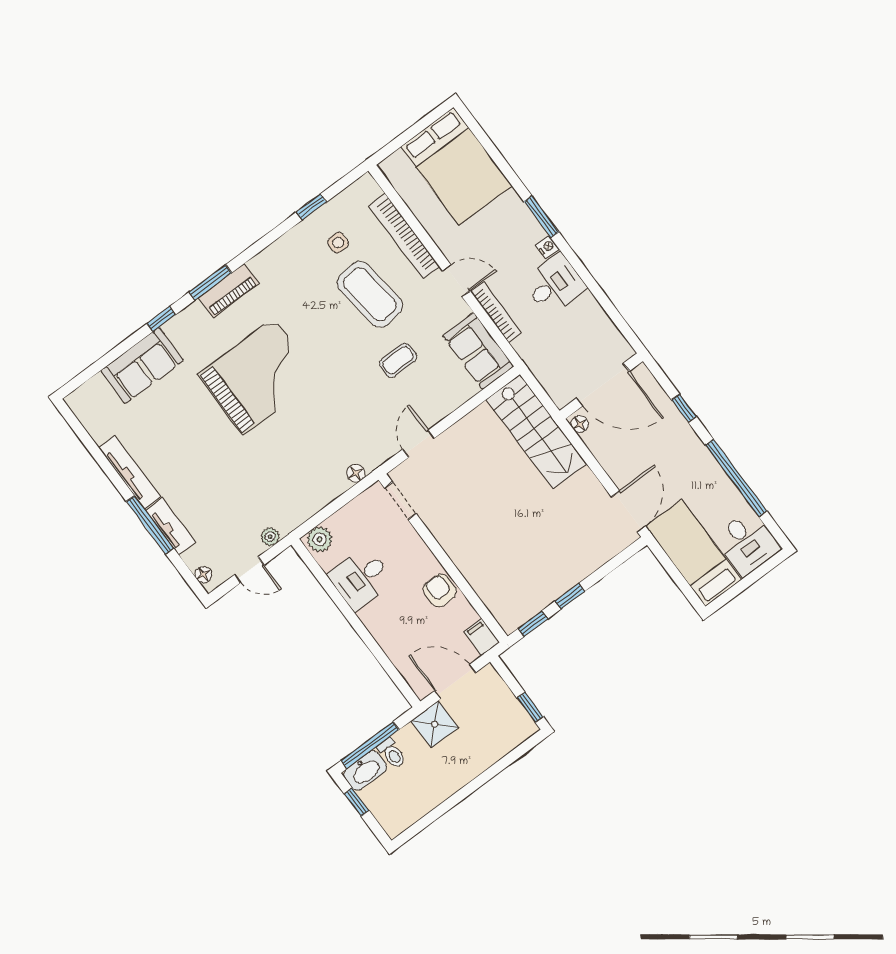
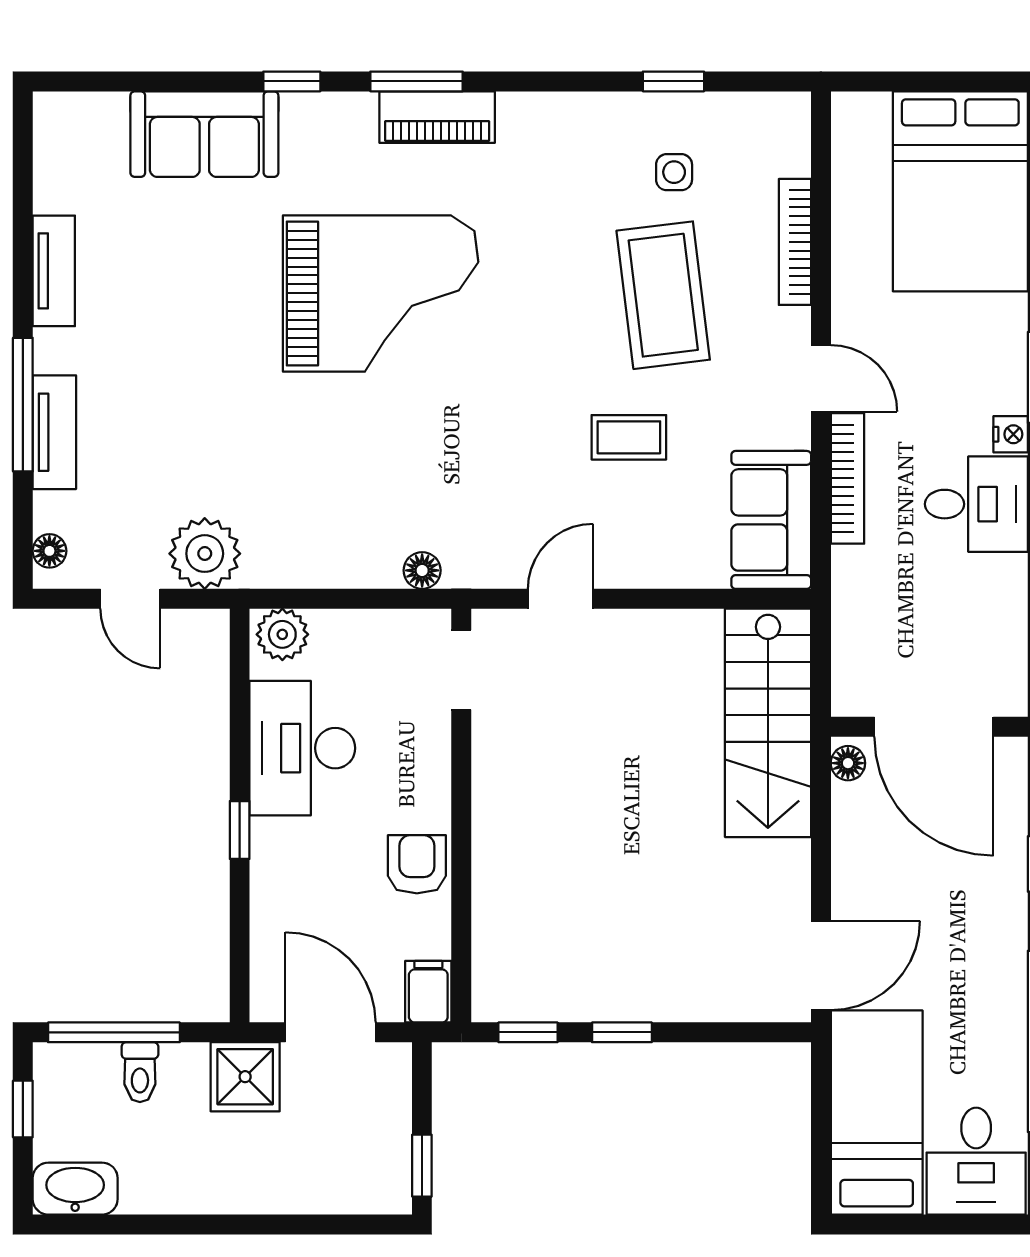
bookcase: (404, 236) -> (795, 242), width x0.68, depth x0.76
tv unit: (130, 472) -> (54, 271), width x0.71
plant: (270, 537) -> (205, 554), width x1.88, depth x1.88
desk: (361, 578) -> (302, 748), width x1.37
window: (360, 629) -> (240, 830), added
washbasin: (365, 771) -> (75, 1189), moved, turned 180

